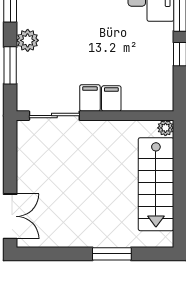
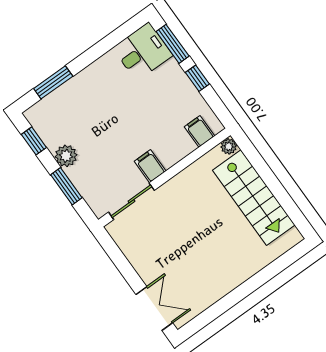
filing cabinet: (111, 99) -> (200, 131), moved
window: (112, 254) -> (259, 280), removed

